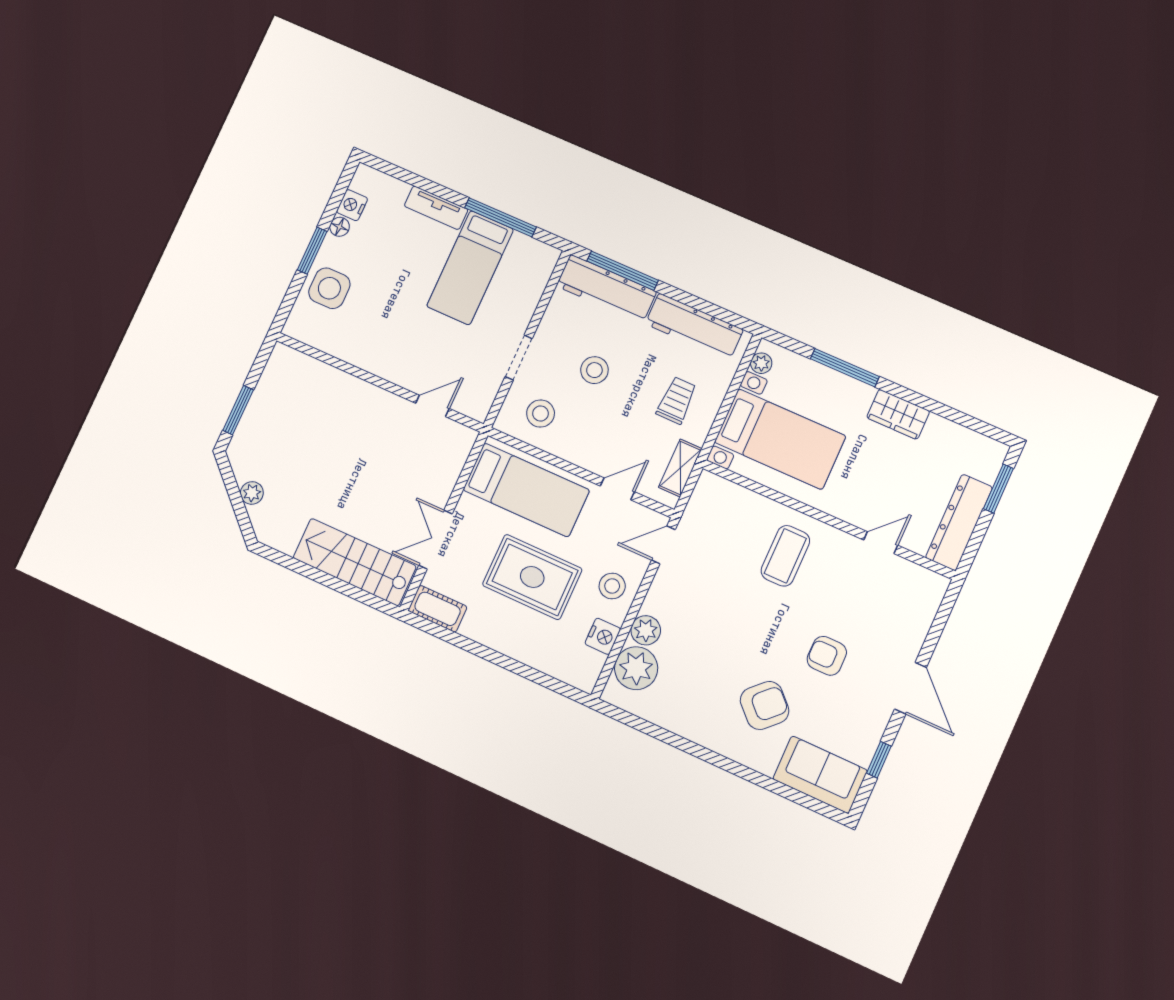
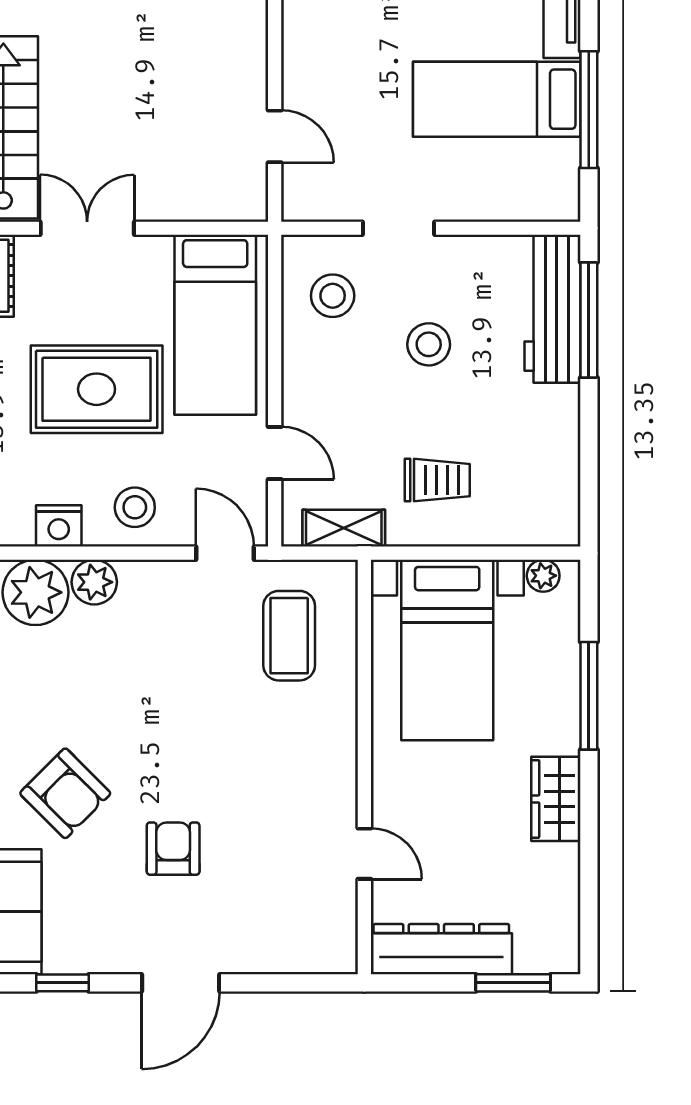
workbench: (694, 327) -> (553, 458), removed
coffee table: (785, 556) -> (289, 636), moved, turned 90
rug: (532, 577) -> (97, 389), turned 90

